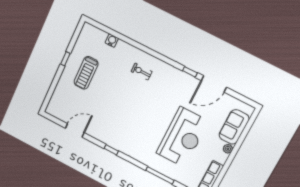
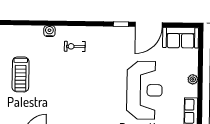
water cooler: (112, 41) -> (49, 31), moved
sofa: (234, 127) -> (181, 38), moved, turned -90

